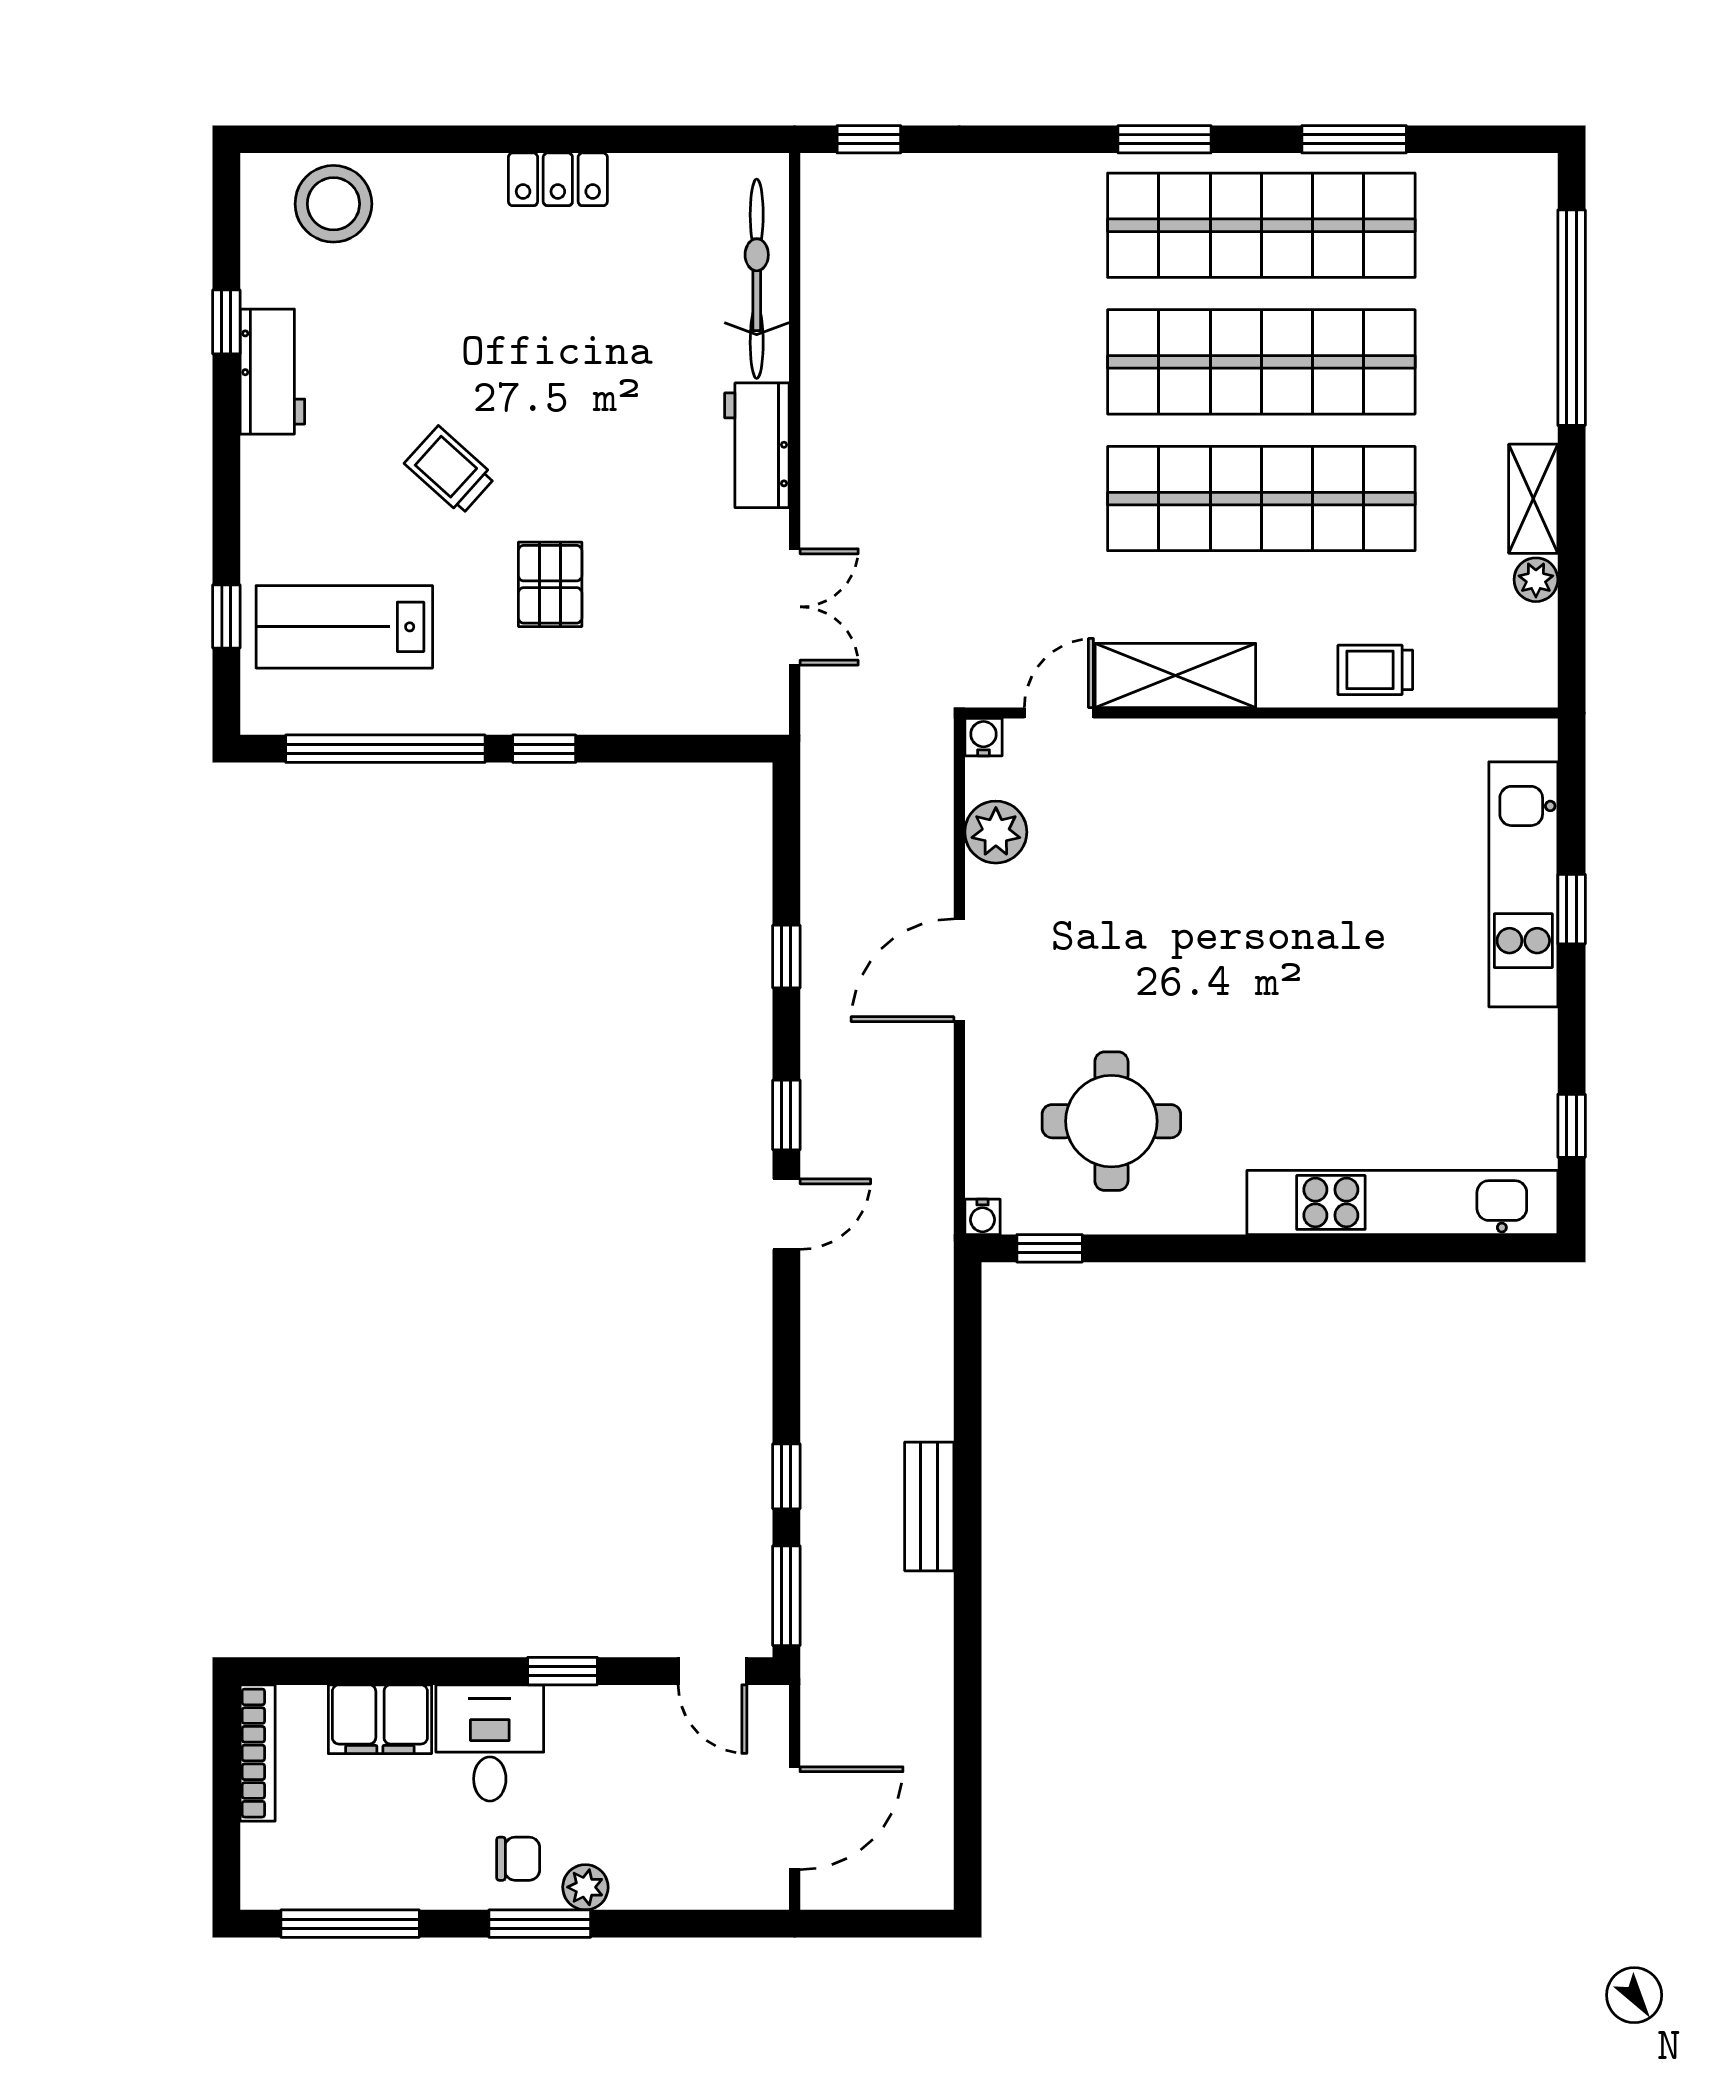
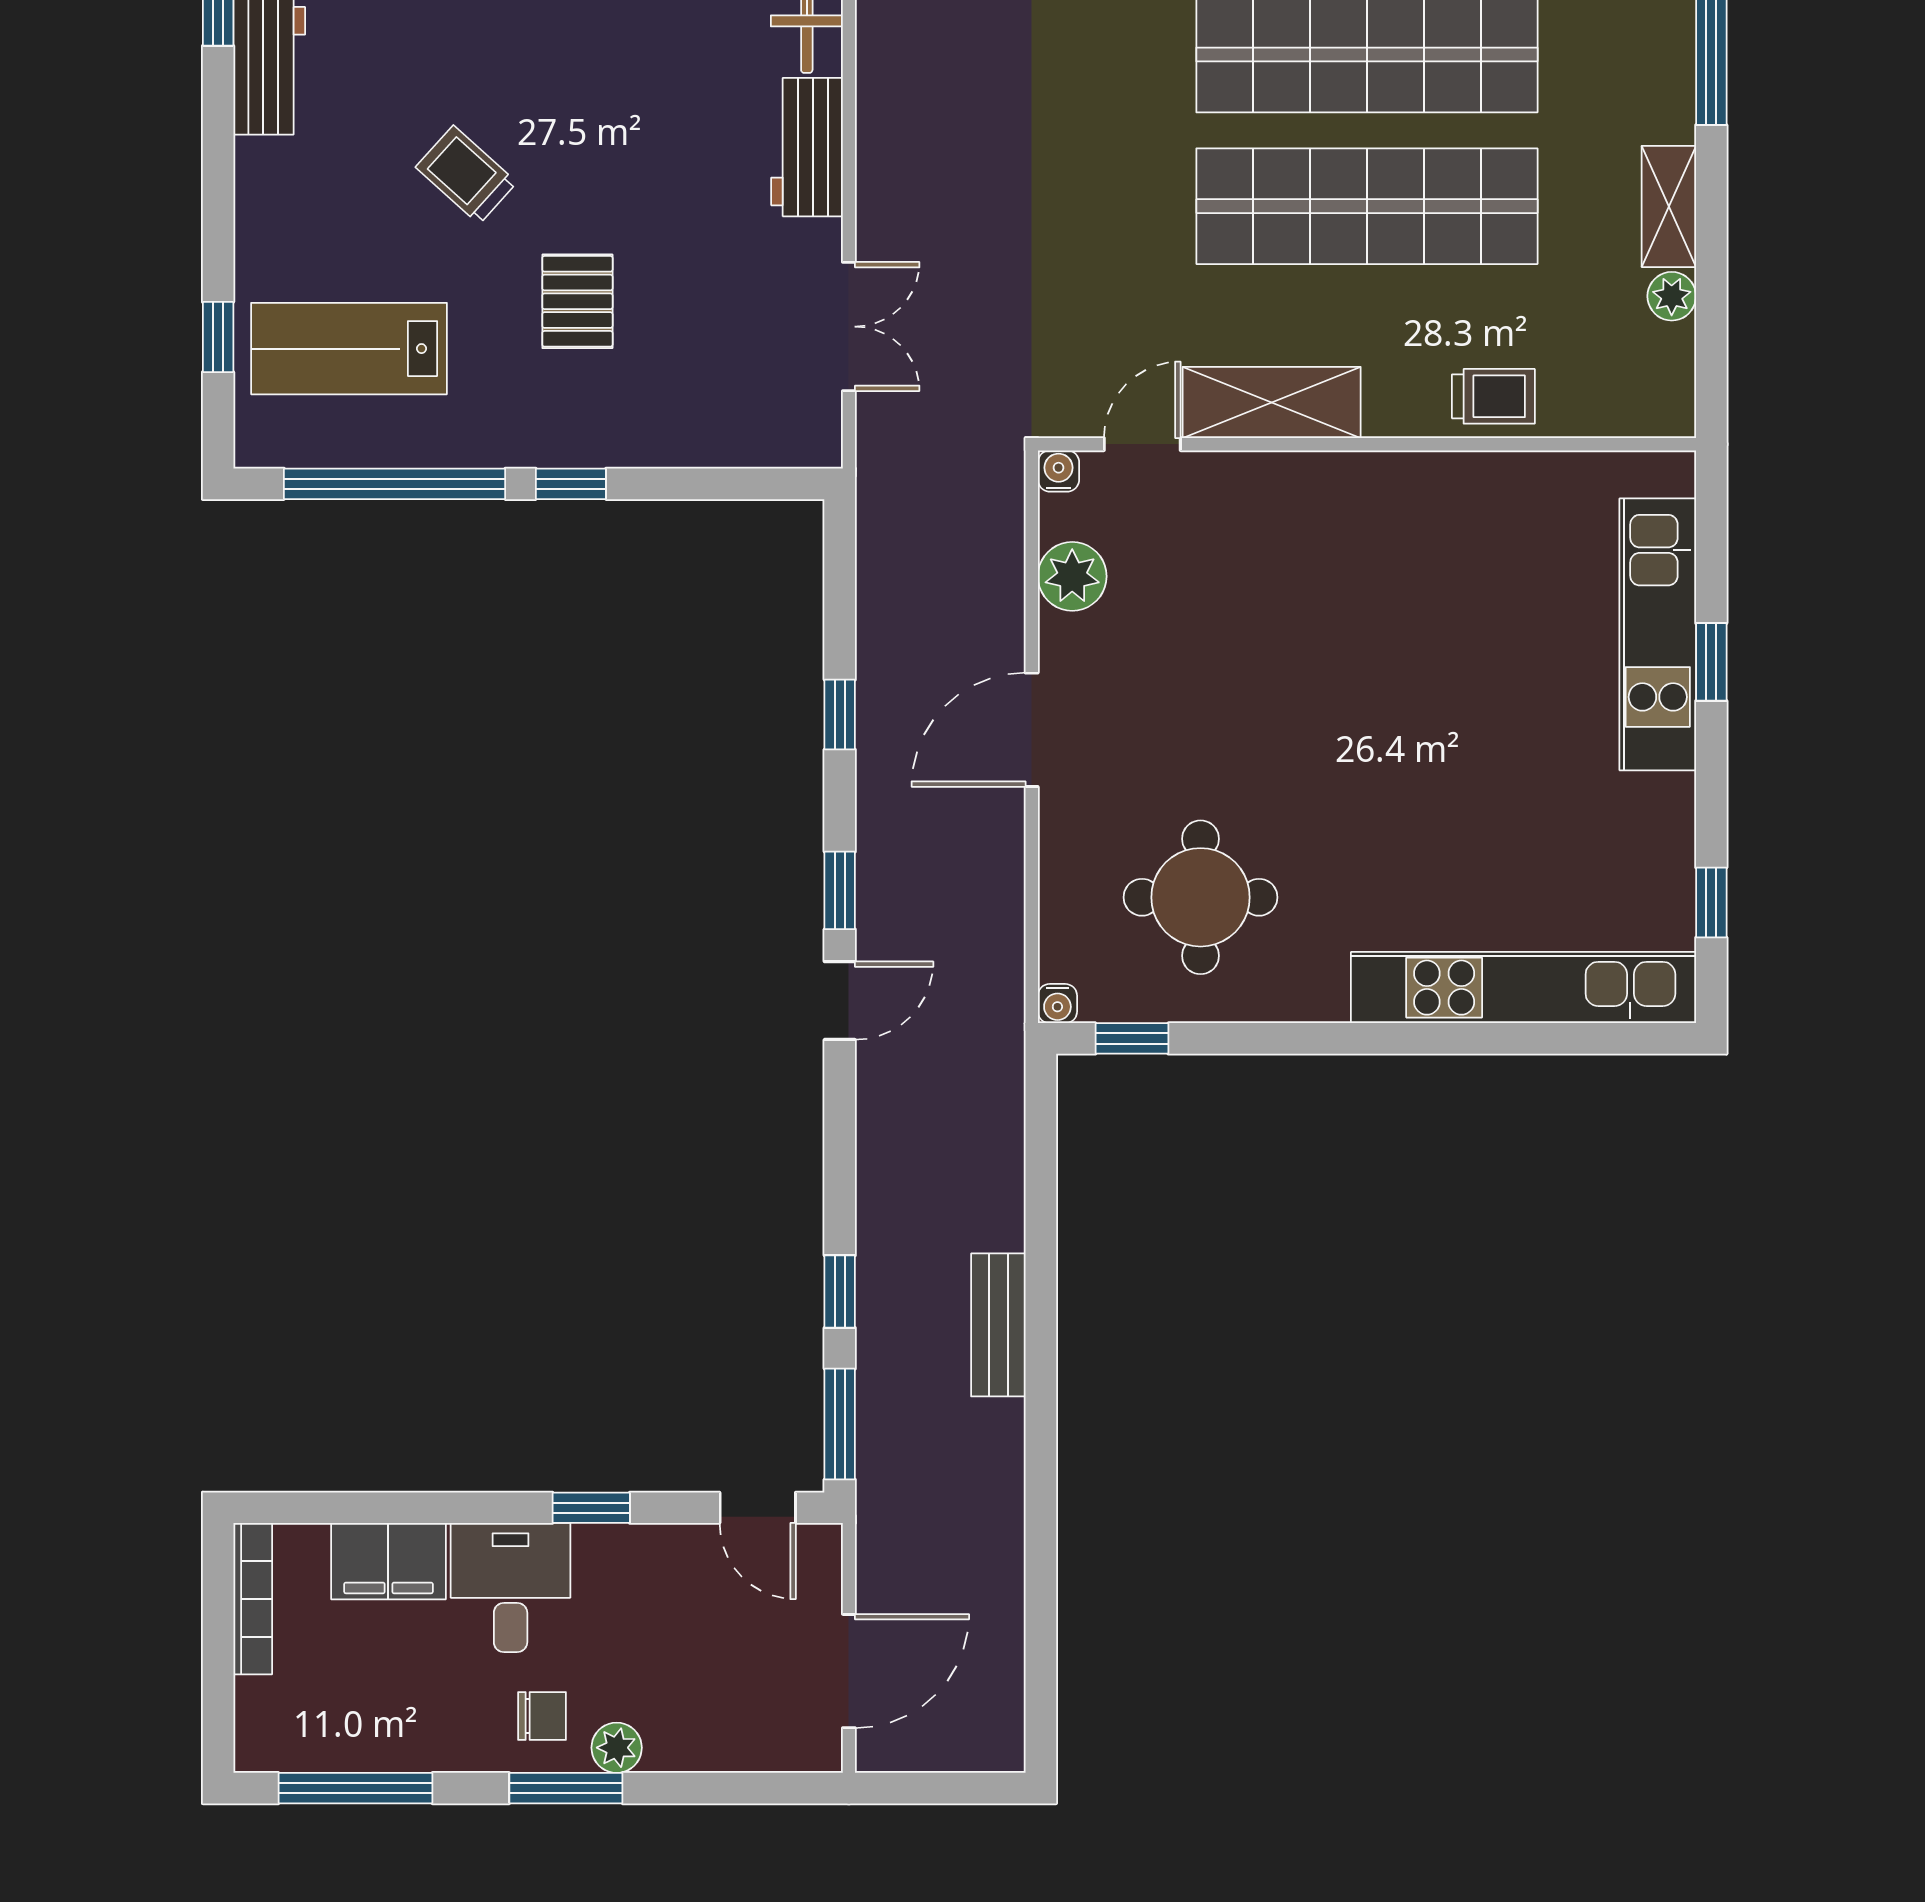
trolley: (1375, 670) -> (1493, 396), turned 180

